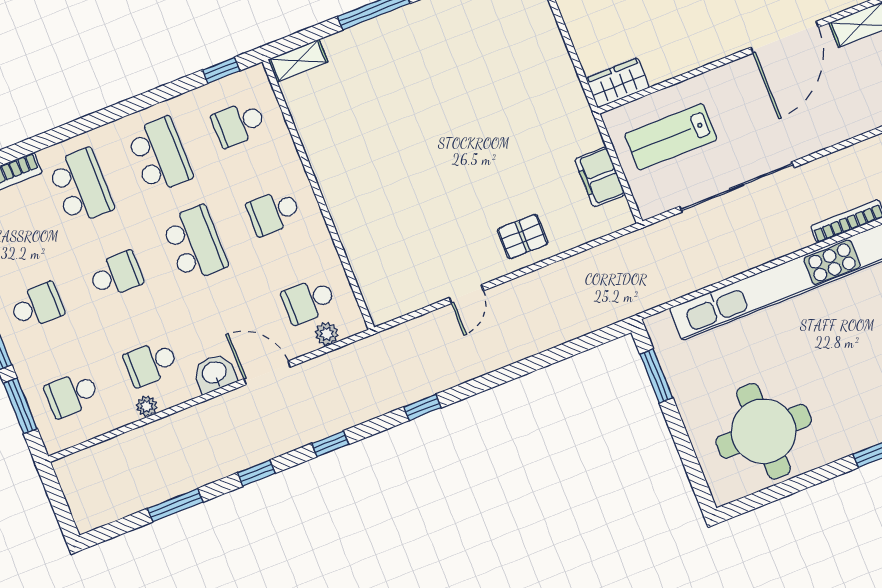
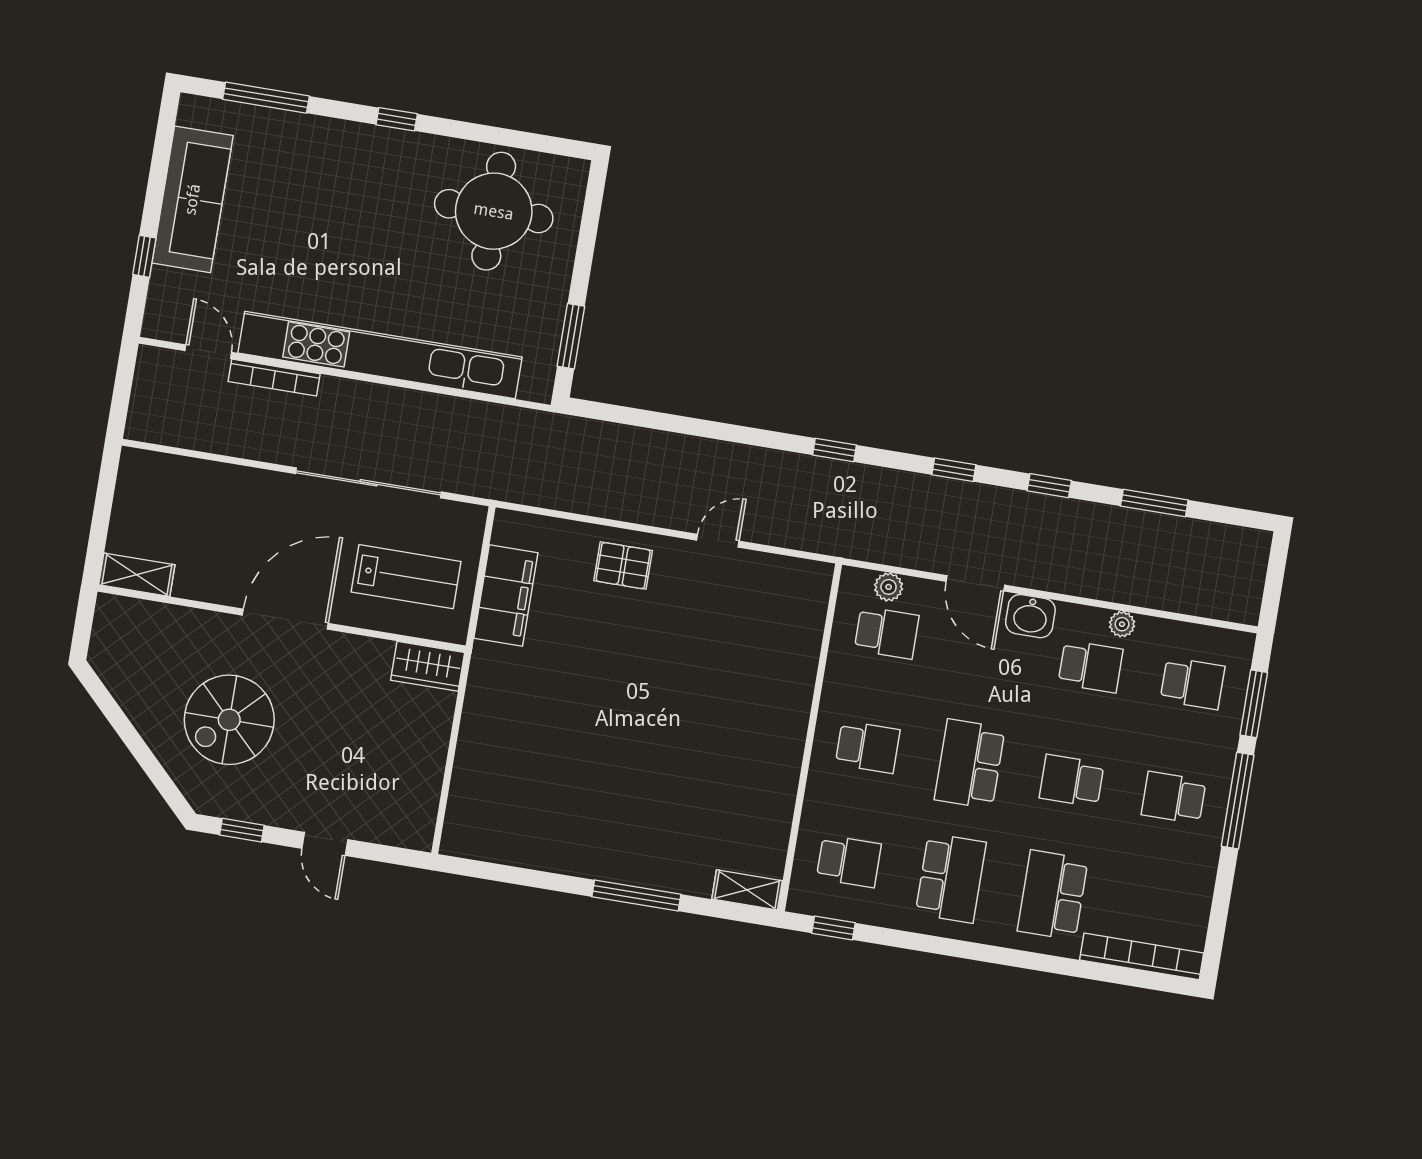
door: (785, 37) -> (285, 619), moved
school desk: (160, 155) -> (951, 878), turned 180
filing cabinet: (600, 177) -> (506, 596), width x1.50, depth x1.17

